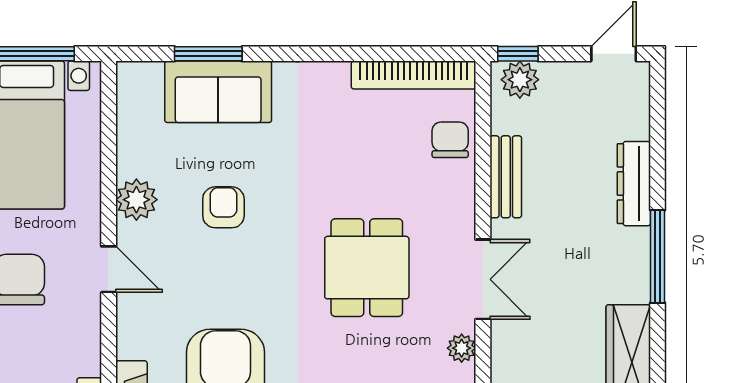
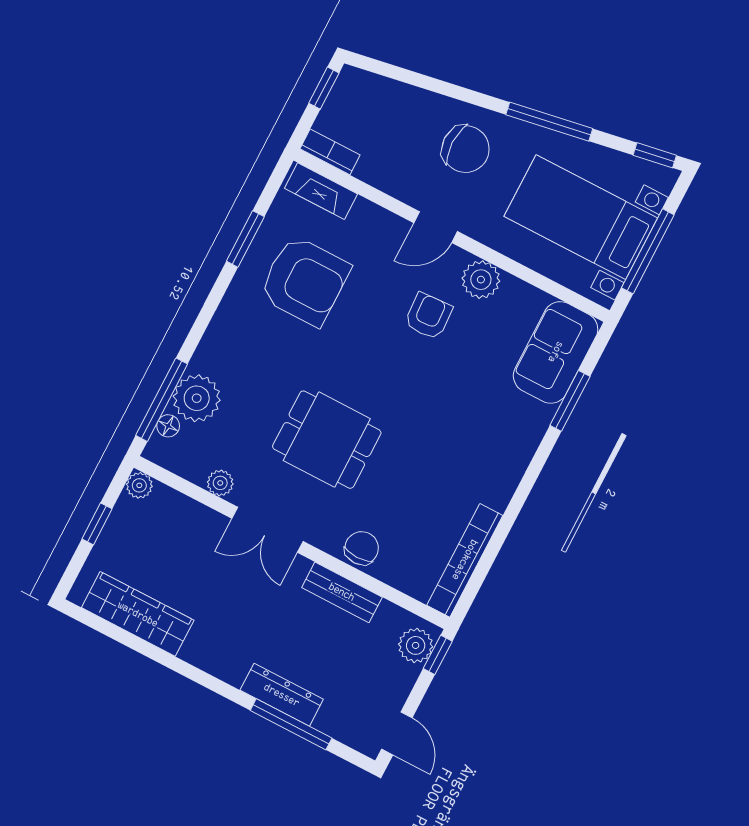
sofa: (218, 92) -> (556, 352), moved
chair: (450, 140) -> (362, 548), moved, turned -90
armchair: (223, 207) -> (428, 316), moved, turned -93
window: (658, 256) -> (291, 724), moved

